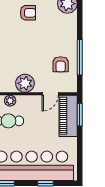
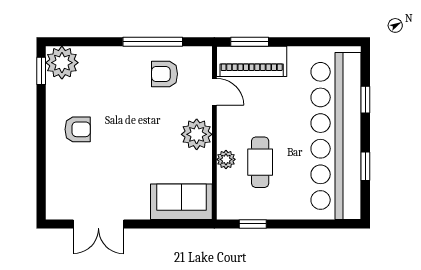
armchair: (28, 13) -> (78, 129), turned 90
armchair: (61, 64) -> (165, 74), turned 180

